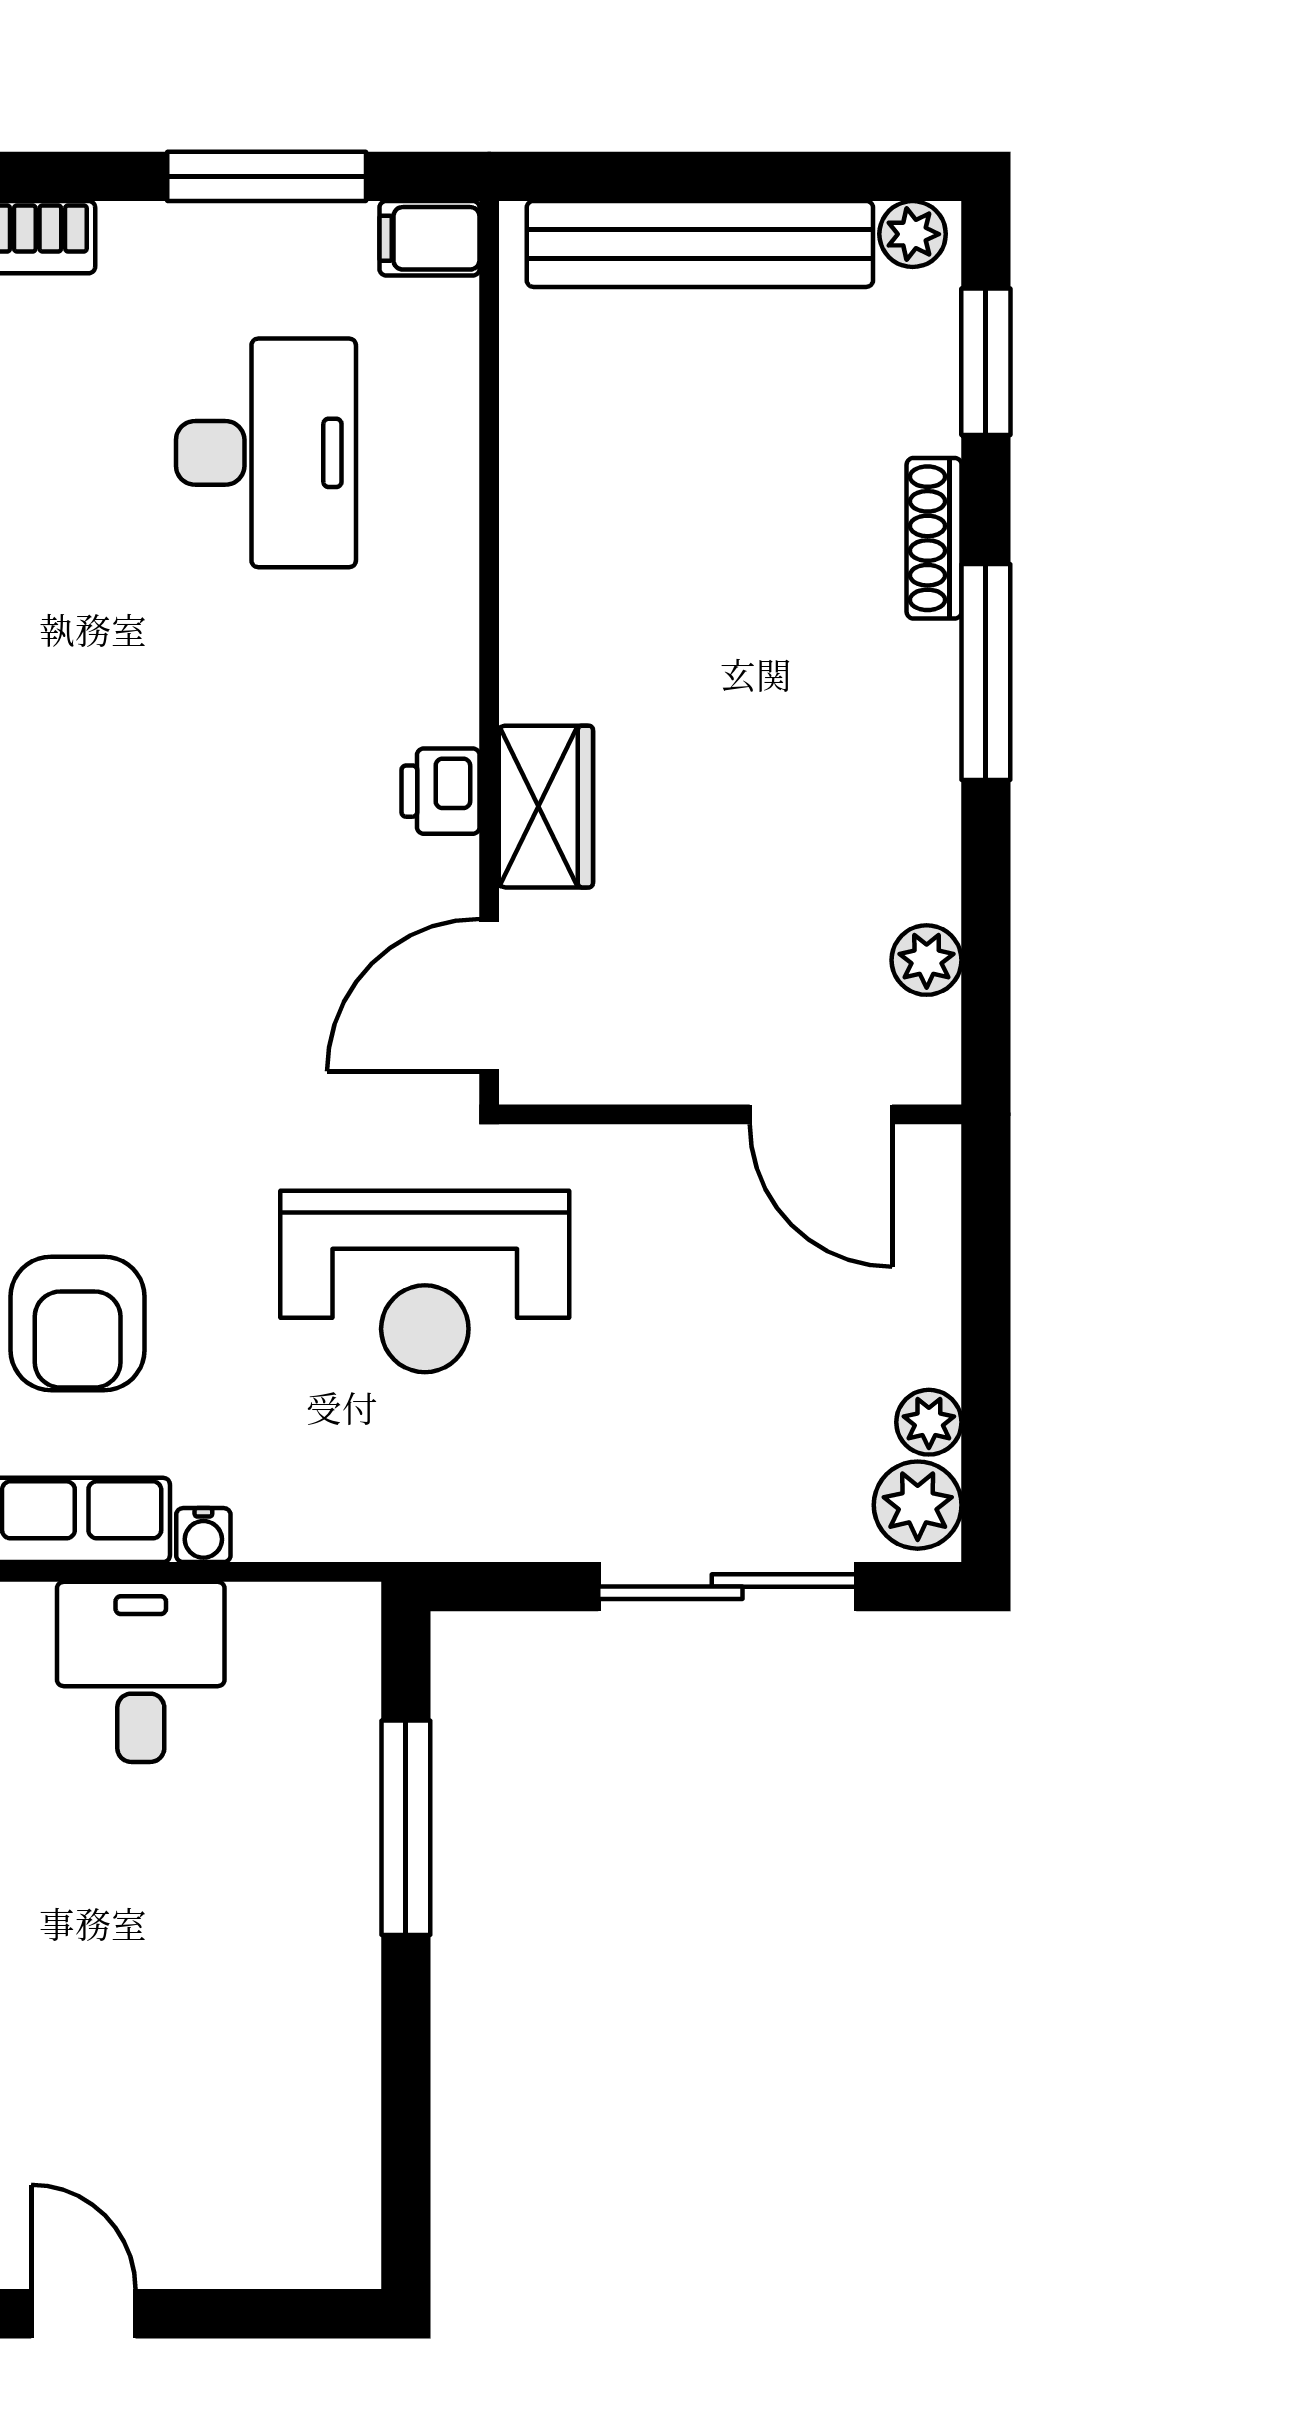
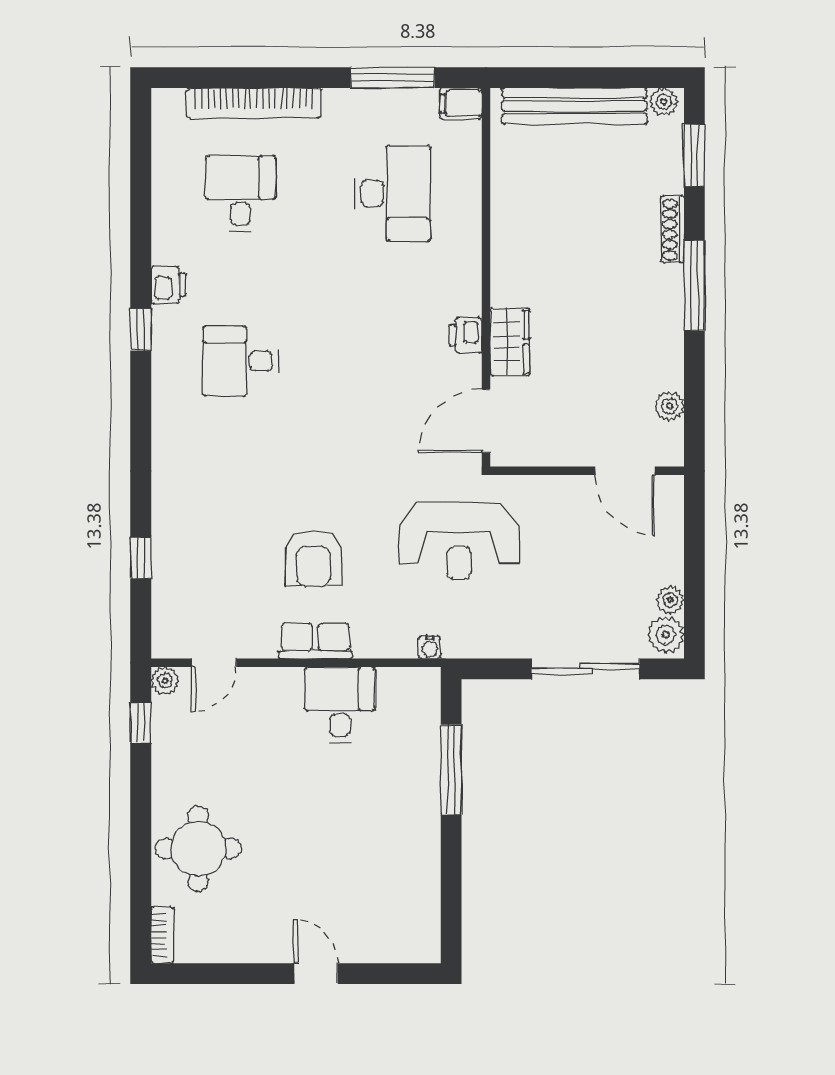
water cooler: (203, 1535) -> (430, 647), moved

